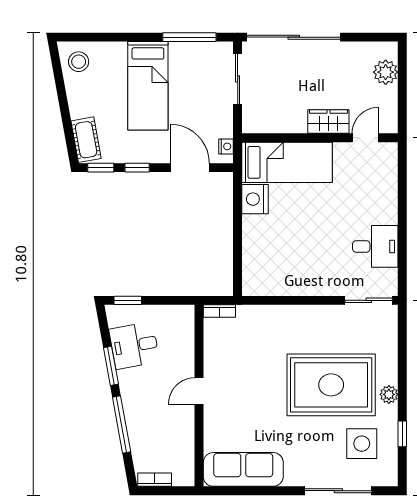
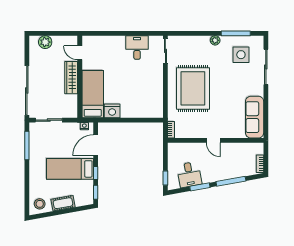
bed: (148, 86) -> (70, 169), moved, turned 180
wardrobe: (328, 122) -> (71, 78), width x1.50
cot: (86, 140) -> (63, 203), moved
rug: (331, 385) -> (193, 88), moved
window: (402, 434) -> (236, 33), width x2.17

